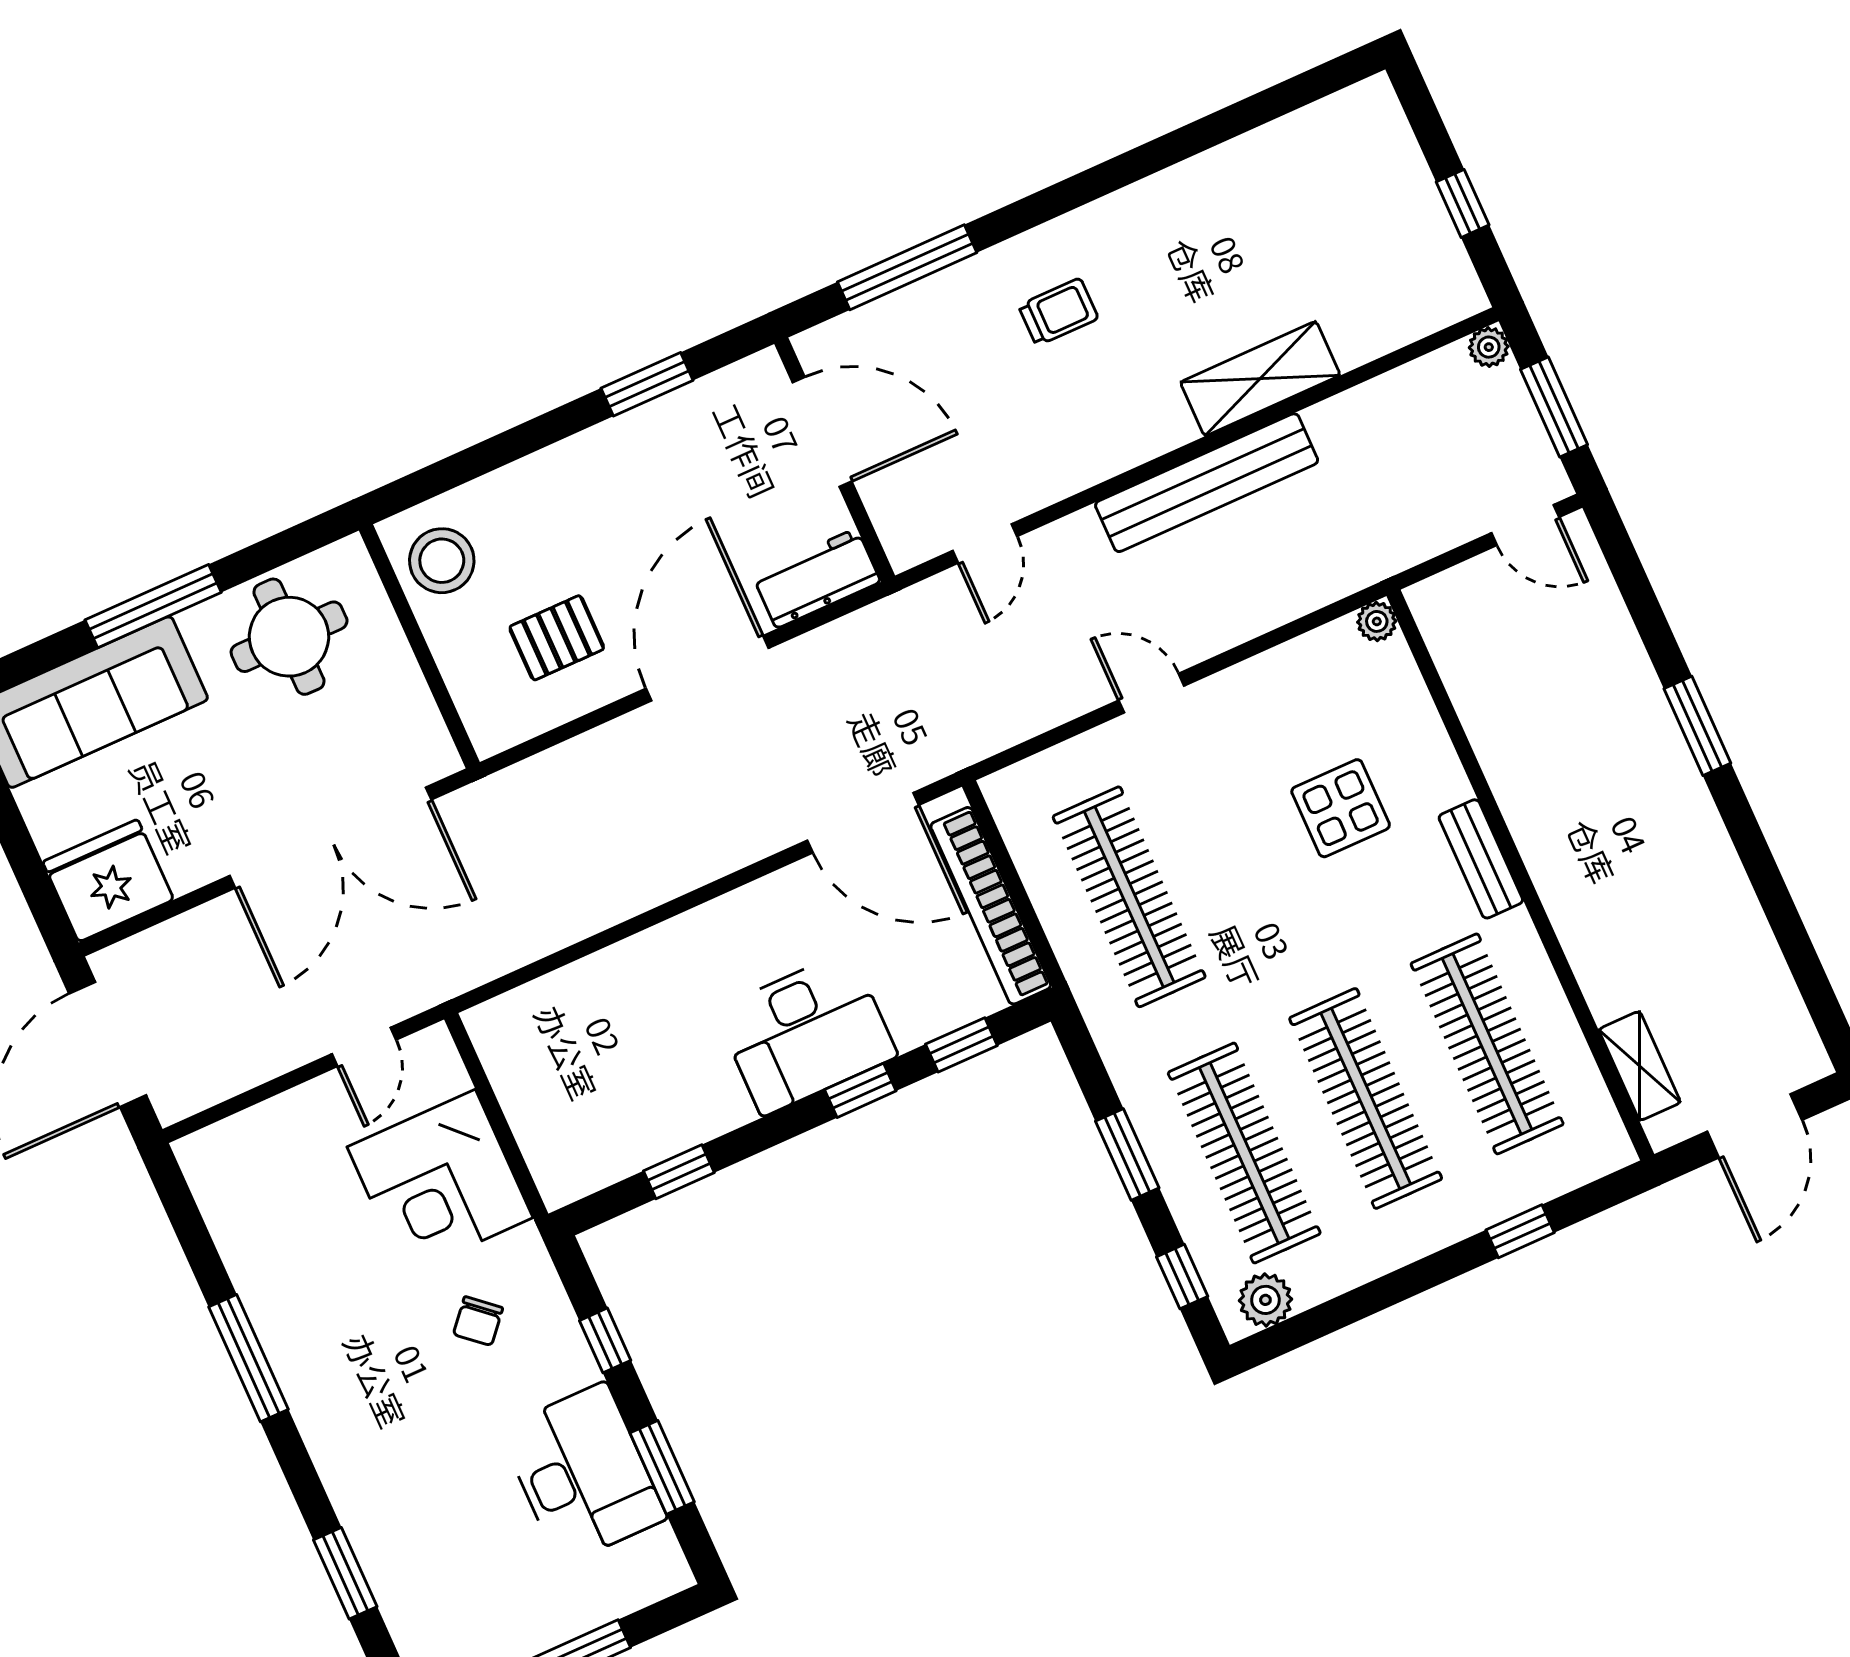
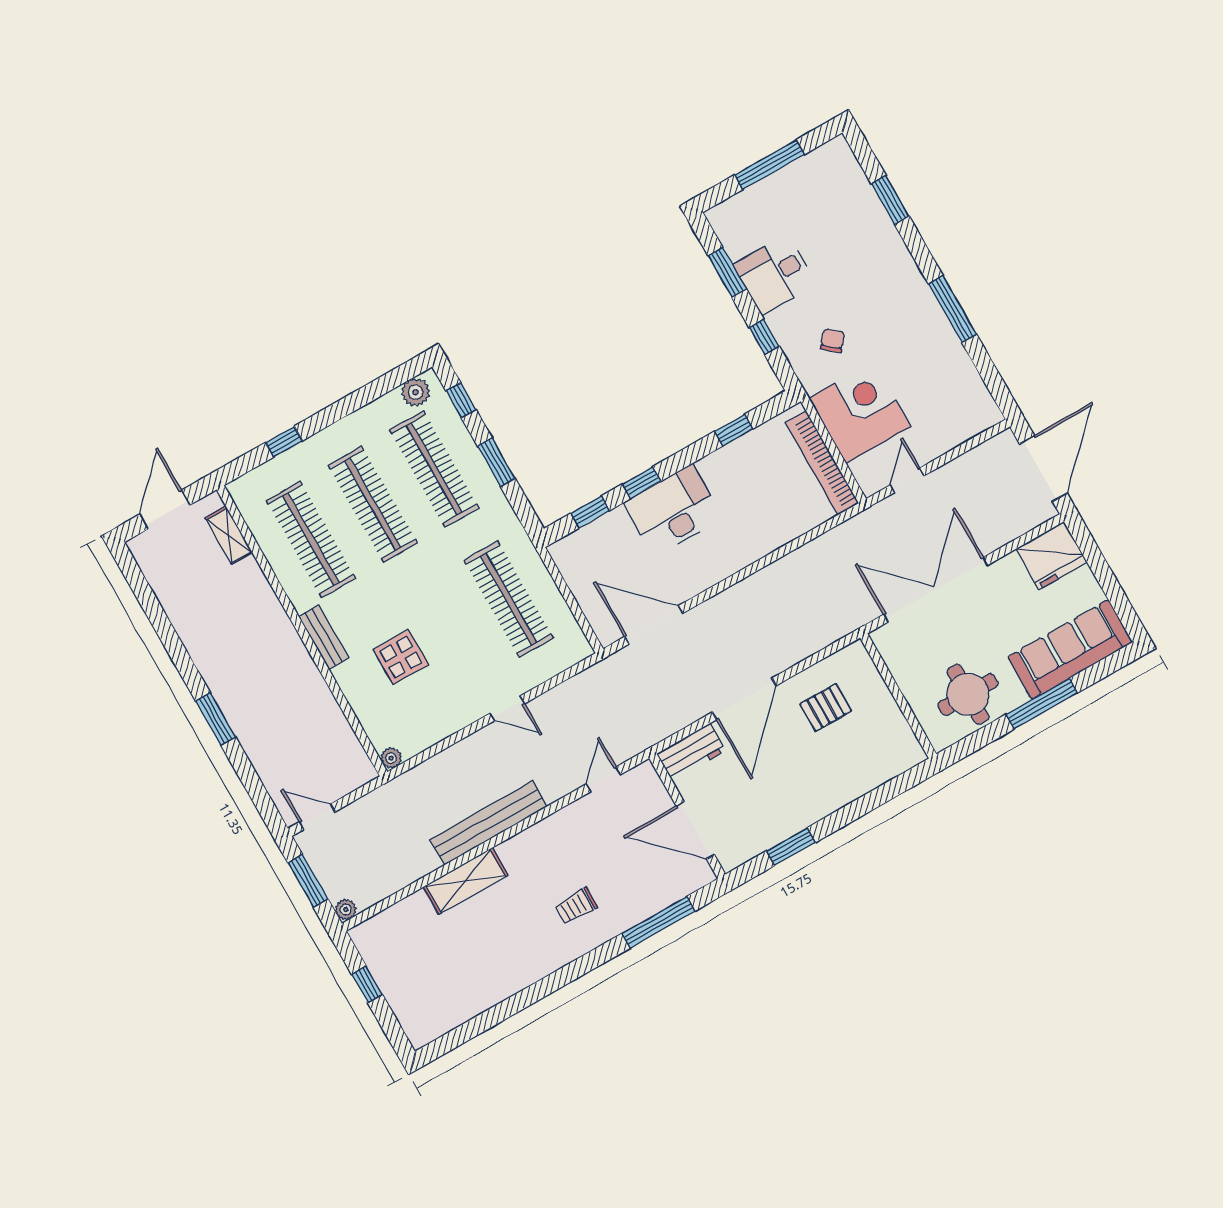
stool: (442, 561) -> (891, 743), removed
bookcase: (991, 906) -> (822, 463), moved, turned 180
desk: (583, 1474) -> (775, 274), width x0.73

